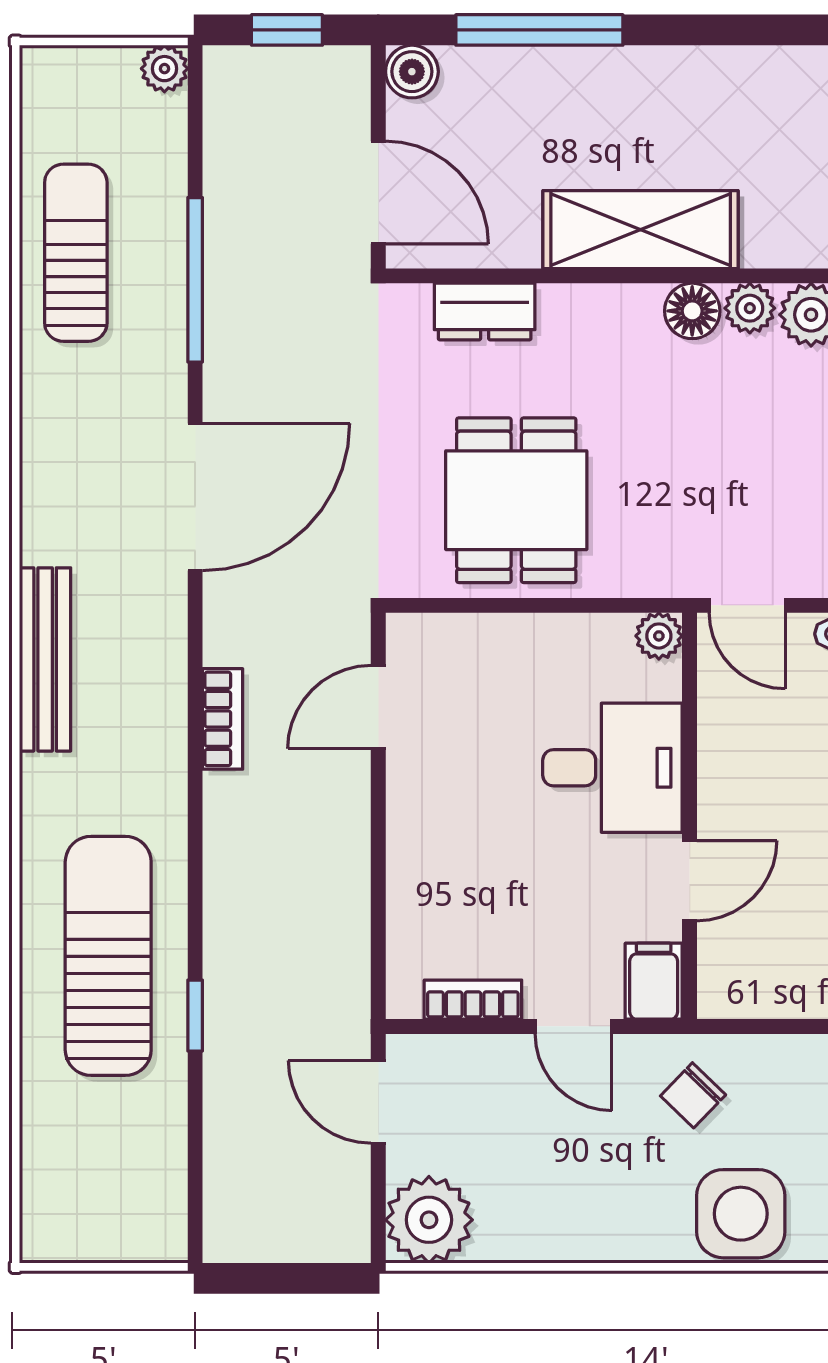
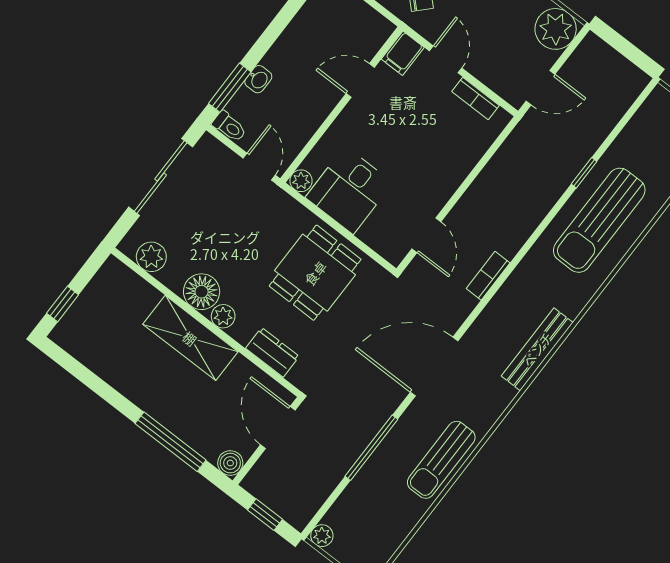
sun lounger: (76, 253) -> (441, 460), moved
plant: (750, 308) -> (223, 316), moved
floor lamp: (692, 311) -> (202, 292), width x1.38, depth x1.38
door: (378, 707) -> (426, 235), hinge flipped
desk: (612, 768) -> (349, 190), moved, turned -90
door: (378, 1102) -> (540, 88), hinge flipped

